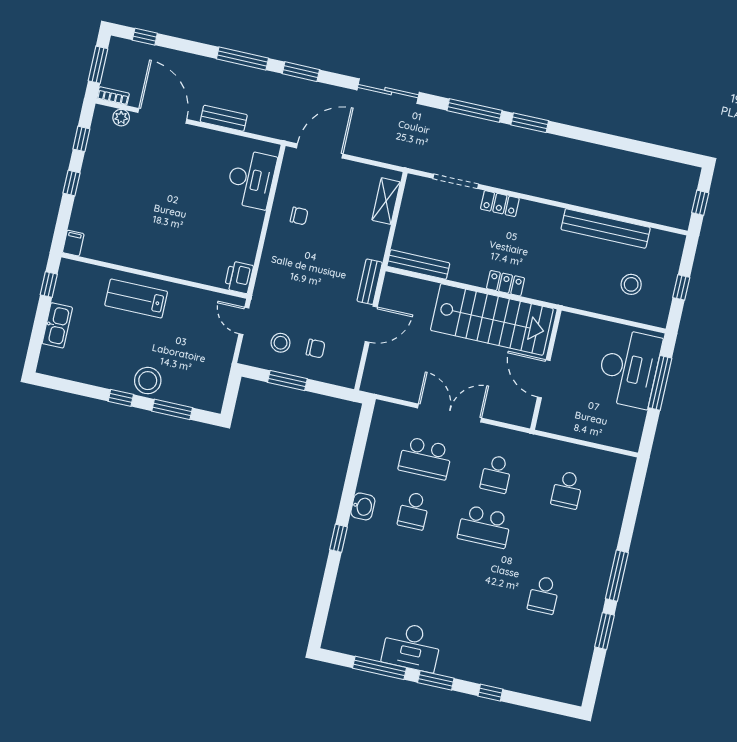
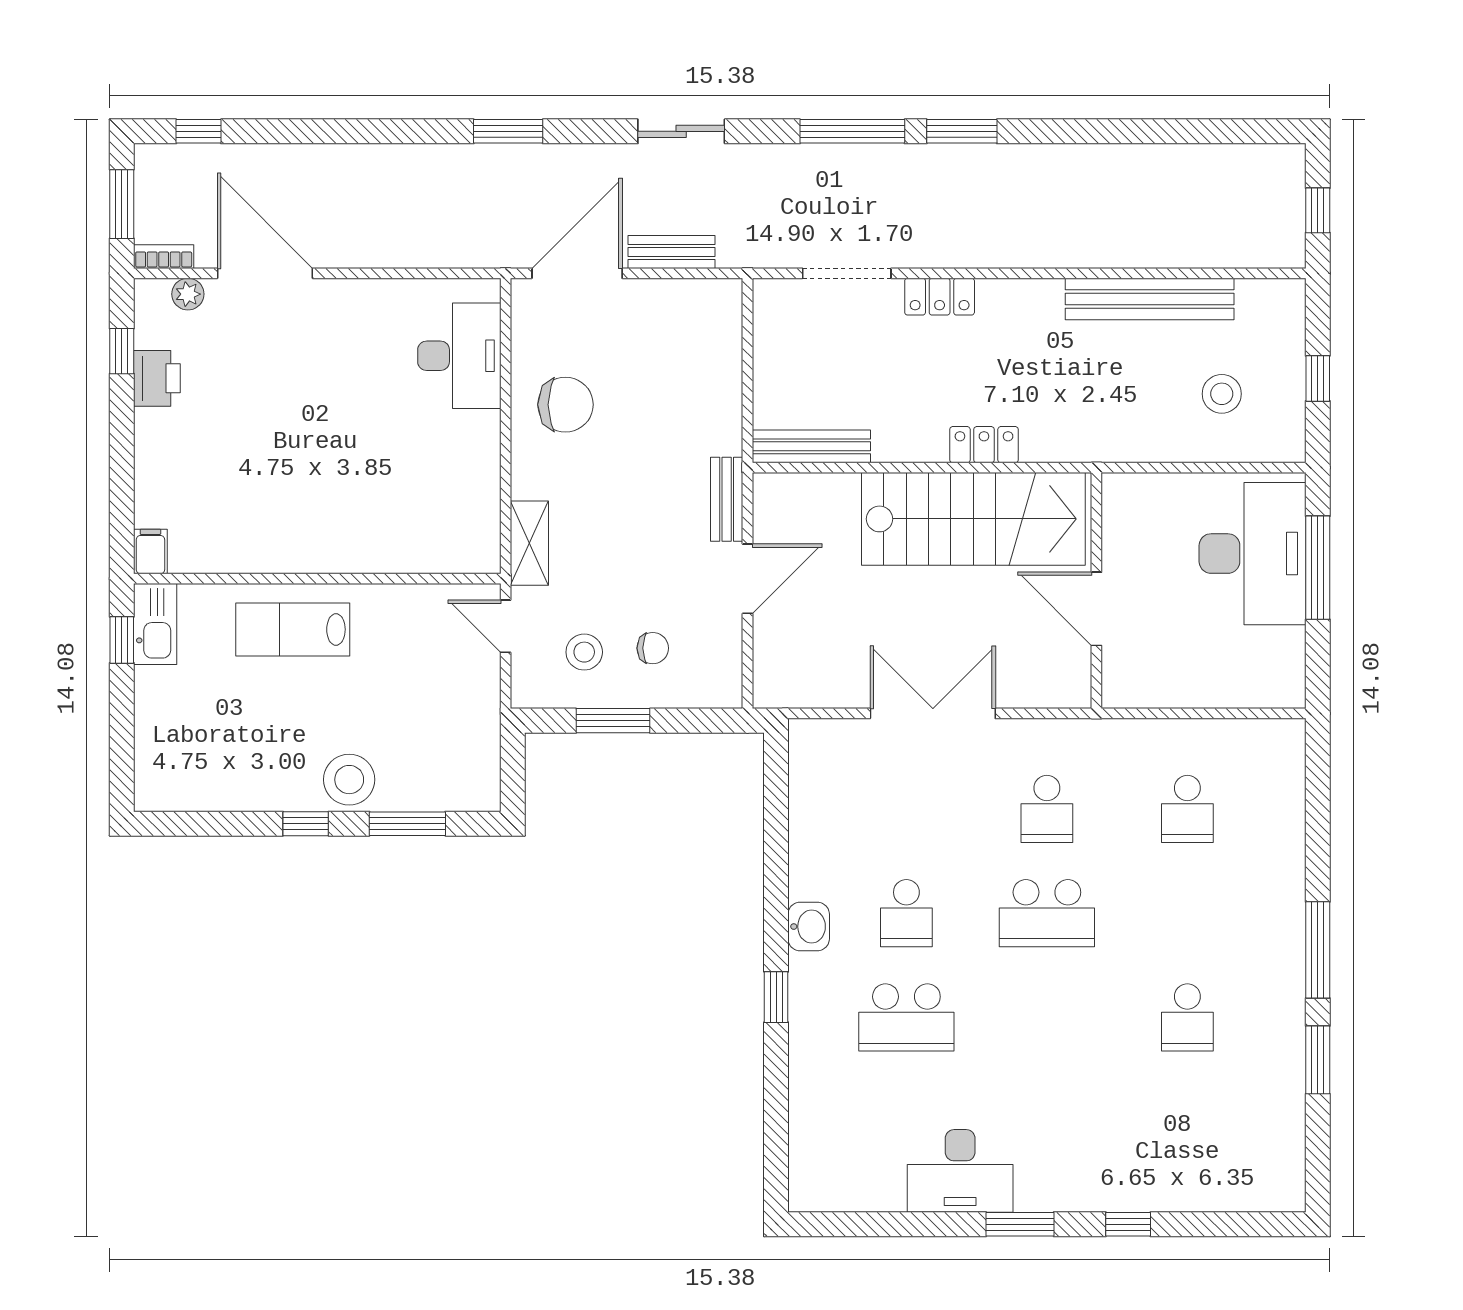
window: (242, 59) -> (392, 131), removed
sliding door: (388, 91) -> (681, 131), width x0.73
bench: (224, 118) -> (671, 252), moved
window: (71, 183) -> (122, 439), removed
shelving: (386, 201) -> (529, 543), moved
chair: (299, 216) -> (565, 405), width x1.87, depth x1.87
printer: (239, 277) -> (157, 378), moved, turned 180
kitchen sink: (57, 325) -> (155, 624), moved
school desk: (425, 458) -> (906, 1017), moved
window: (379, 668) -> (908, 1224), removed

